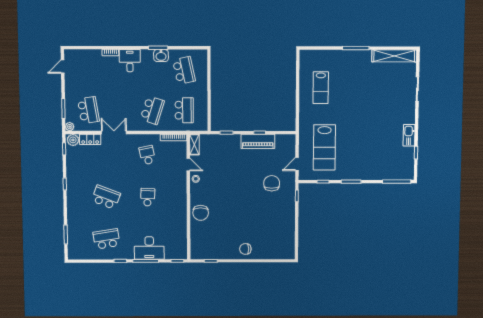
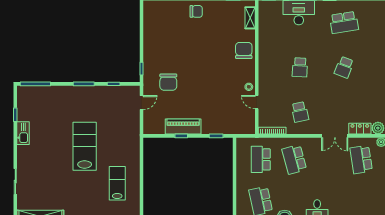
school desk: (152, 110) -> (294, 159), turned -33
shelving: (194, 145) -> (250, 18), moved
lab bench: (324, 147) -> (85, 146), moved
school desk: (106, 197) -> (344, 67), width x0.54

